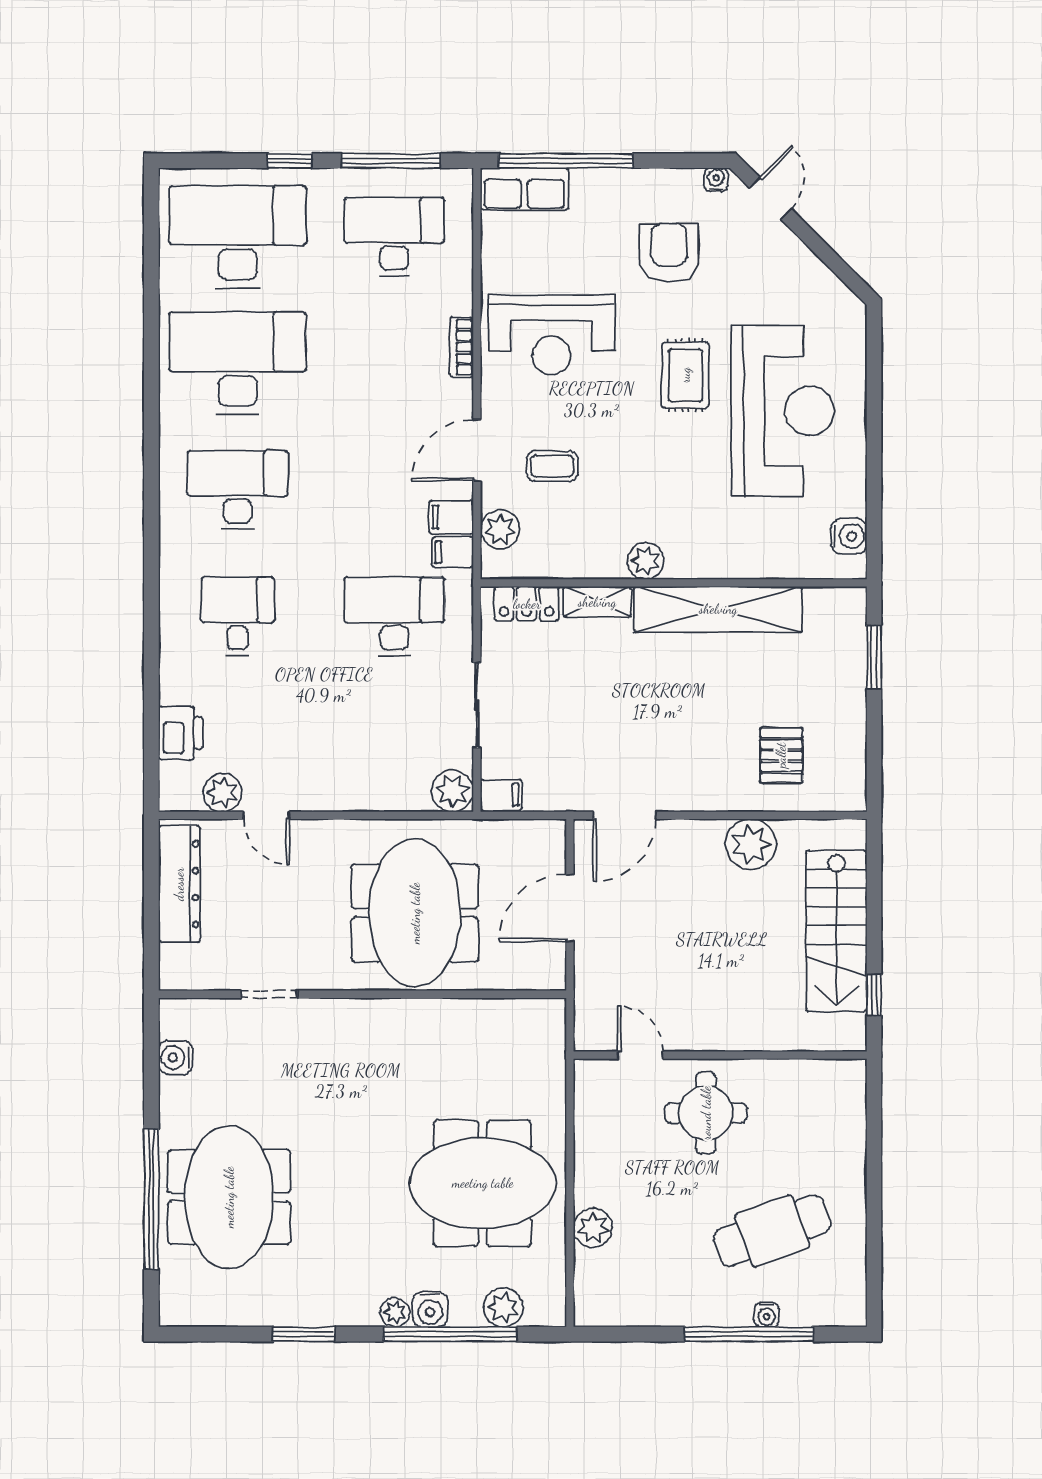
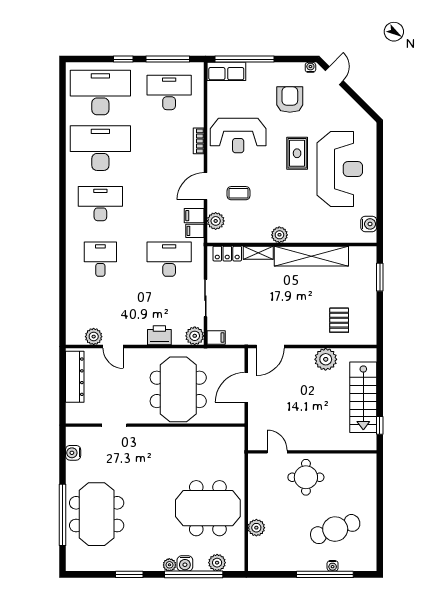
printer: (181, 733) -> (159, 335), moved, turned -90

